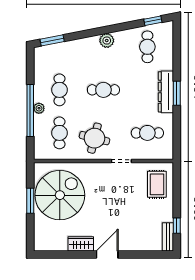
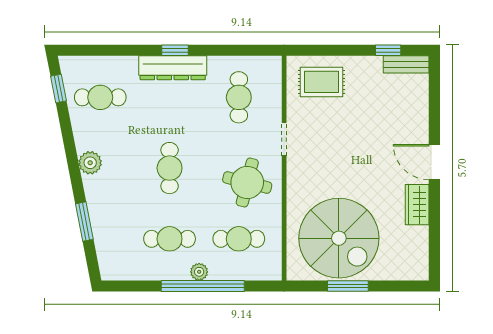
window: (52, 40) -> (84, 222), moved
window: (177, 93) -> (175, 50), width x0.67
spiral stairs: (60, 195) -> (339, 238), turned 180

